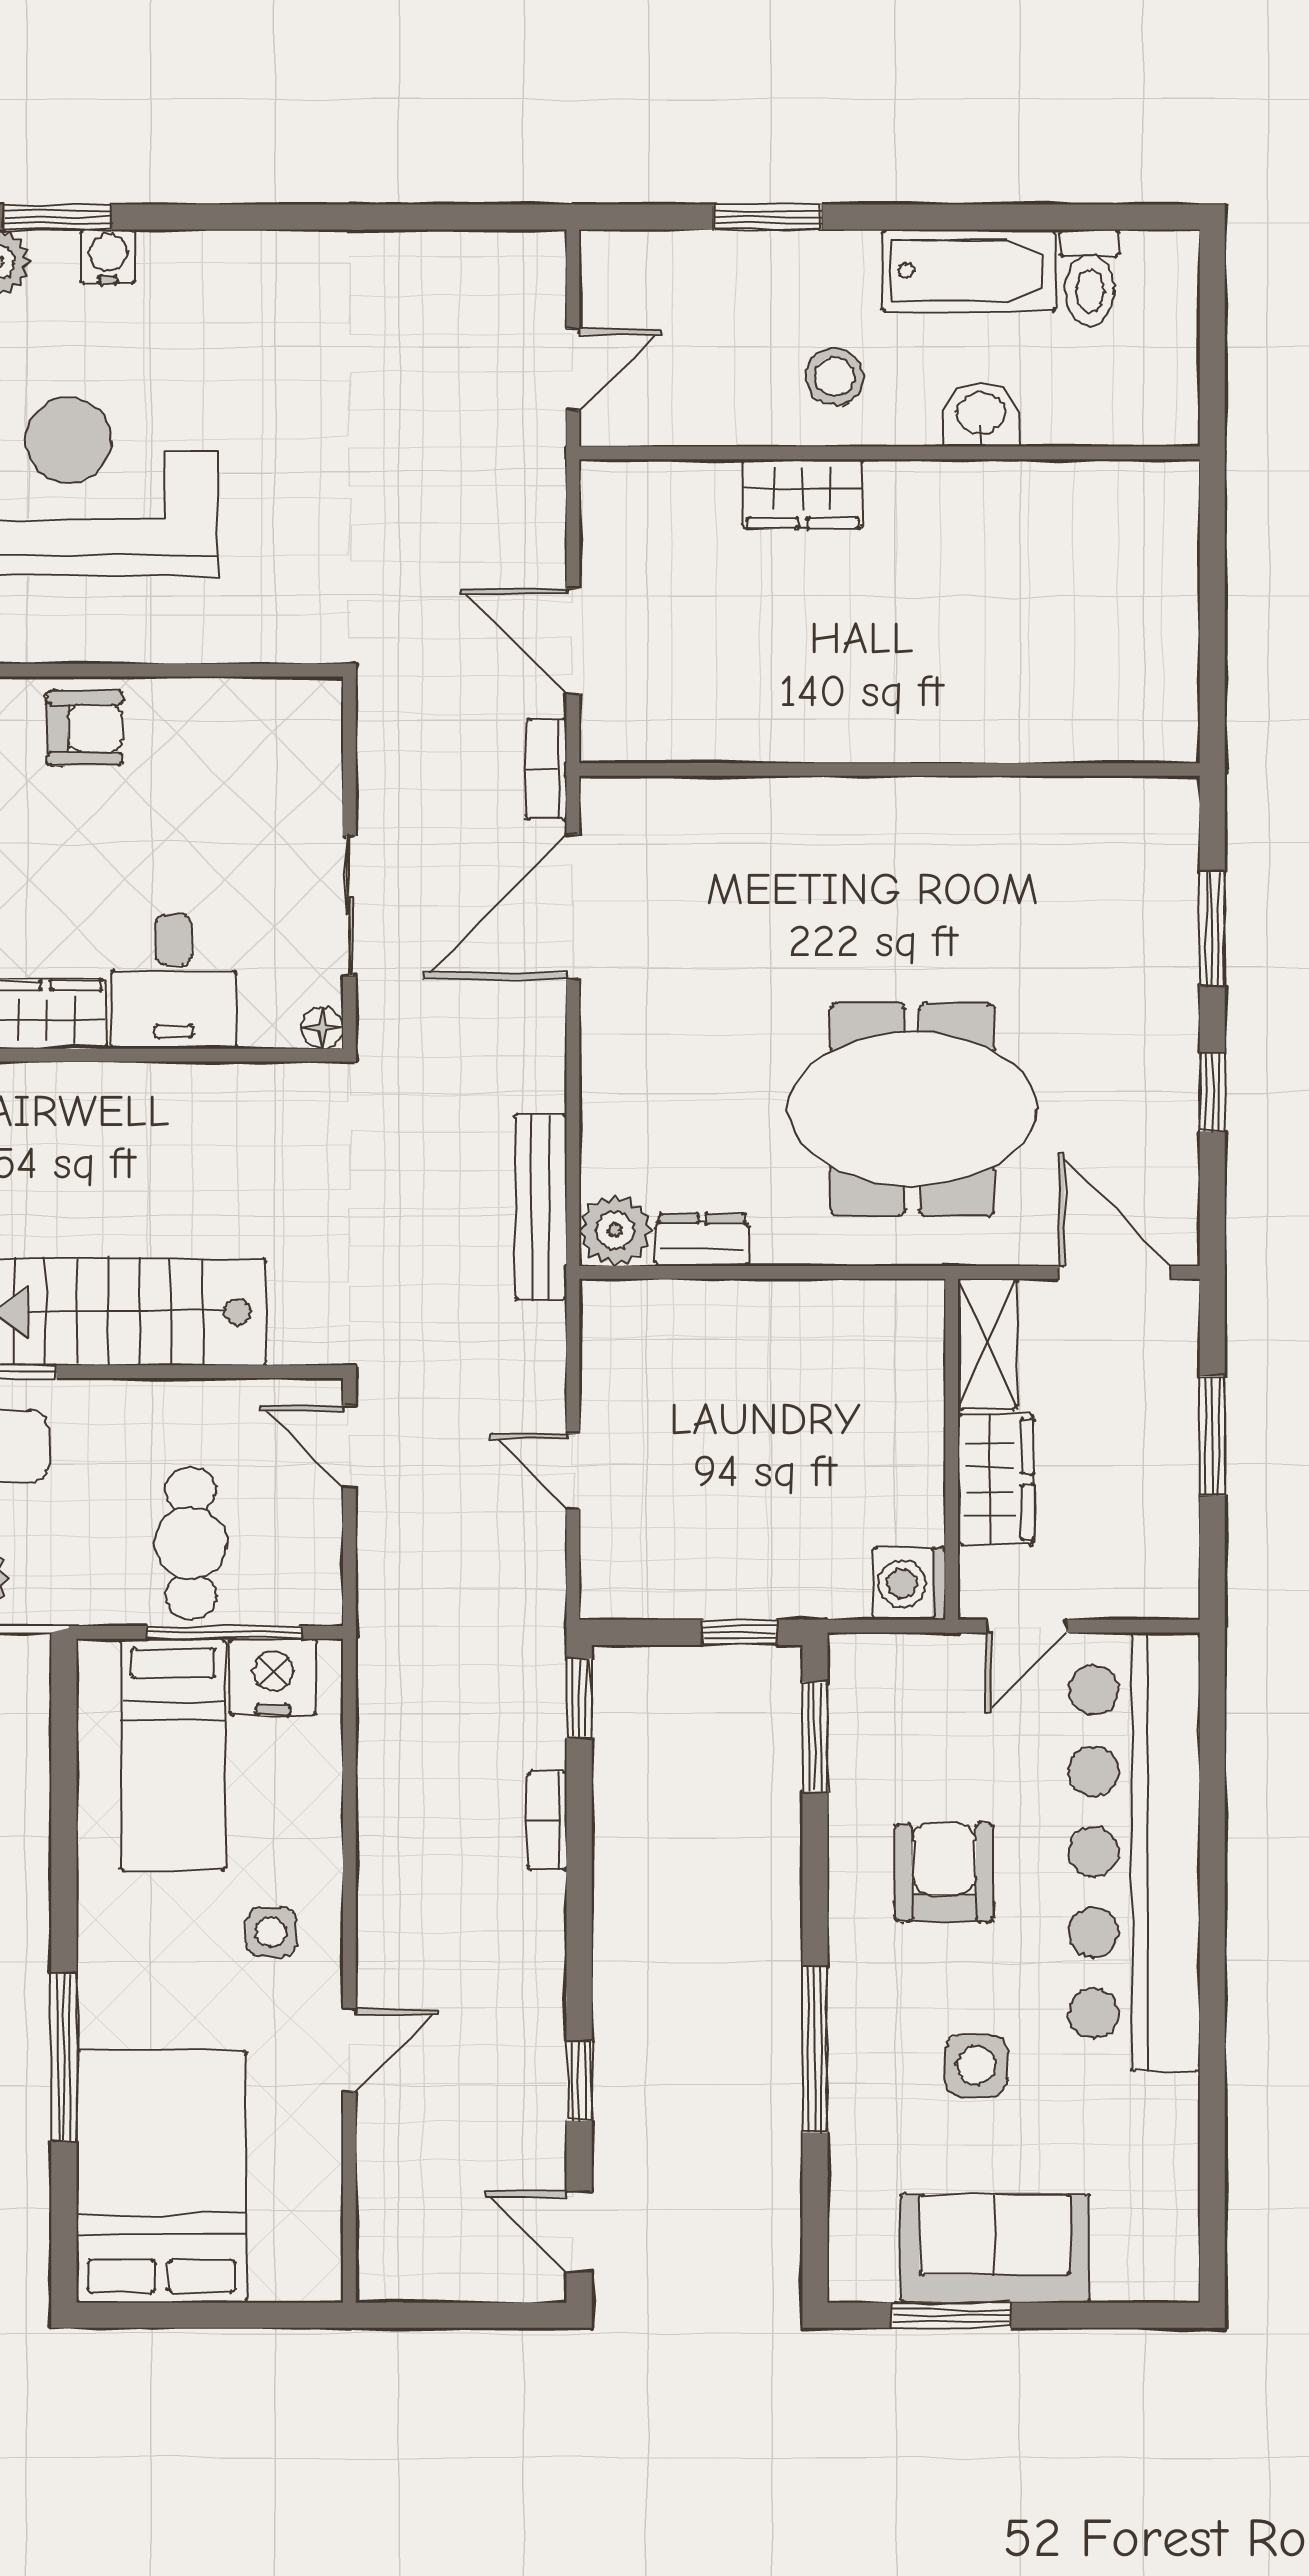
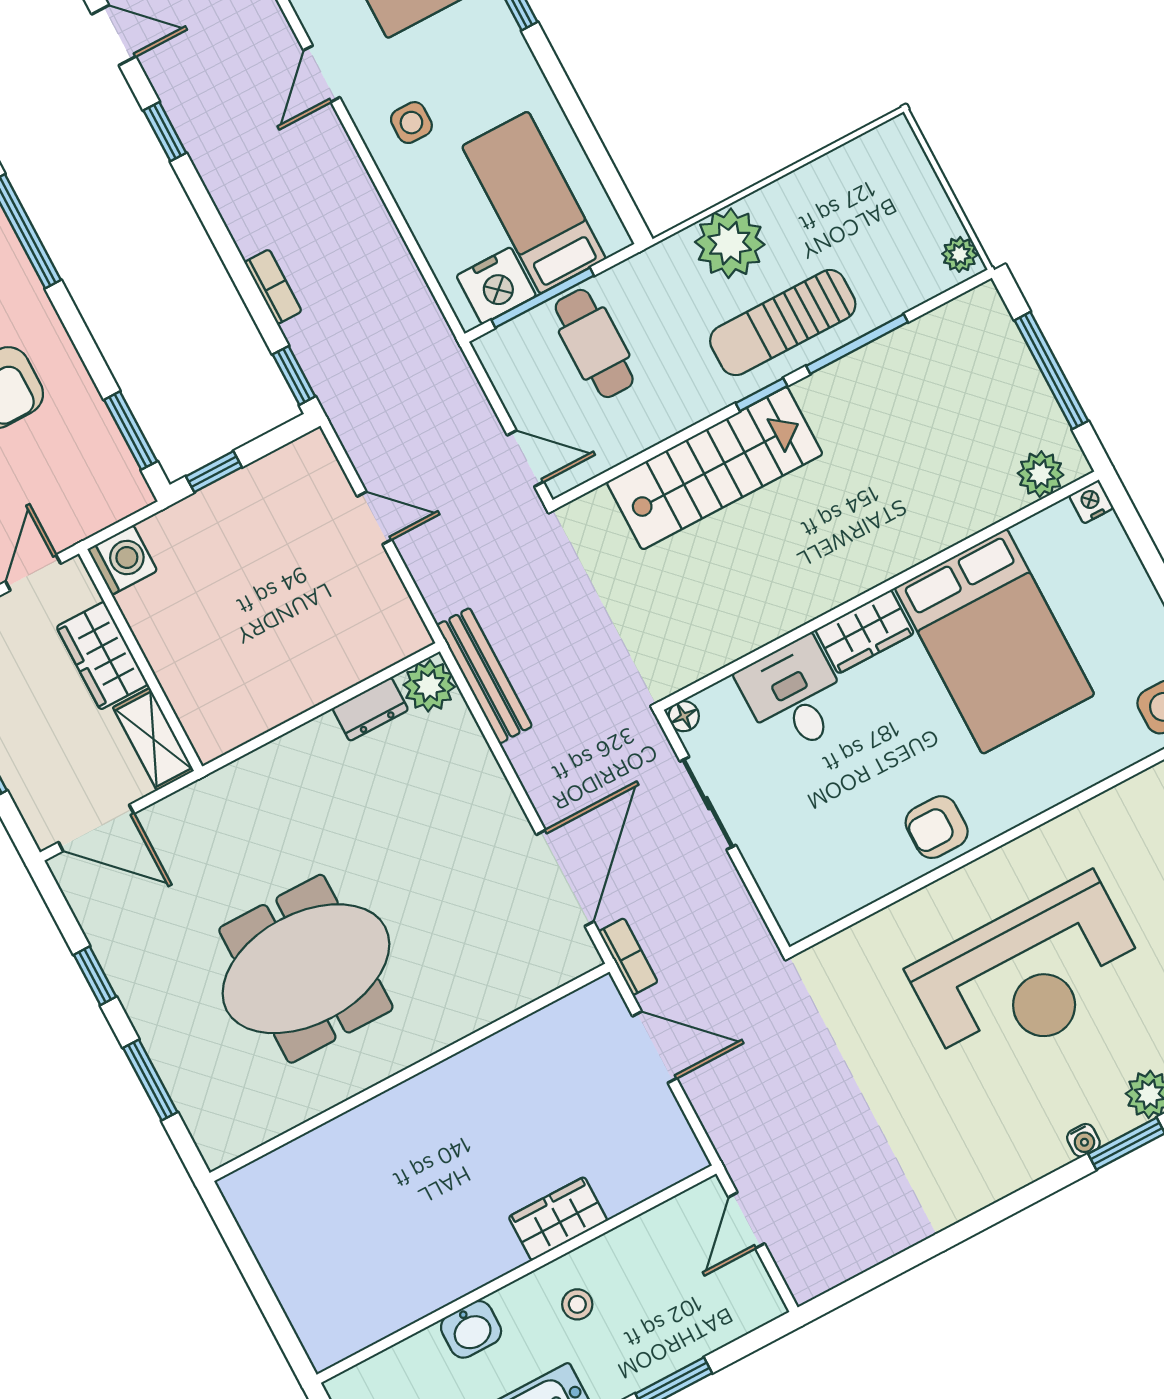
water cooler: (108, 257) -> (1083, 1140), width x0.72, depth x0.72
stool: (835, 376) -> (577, 1304), width x0.73, depth x0.73
meeting table: (912, 1109) -> (306, 969), moved

